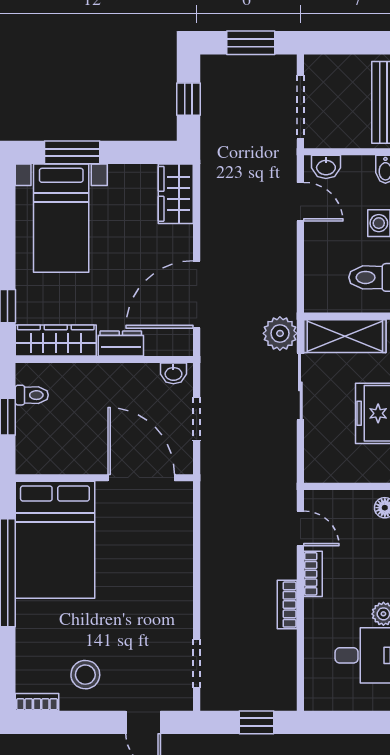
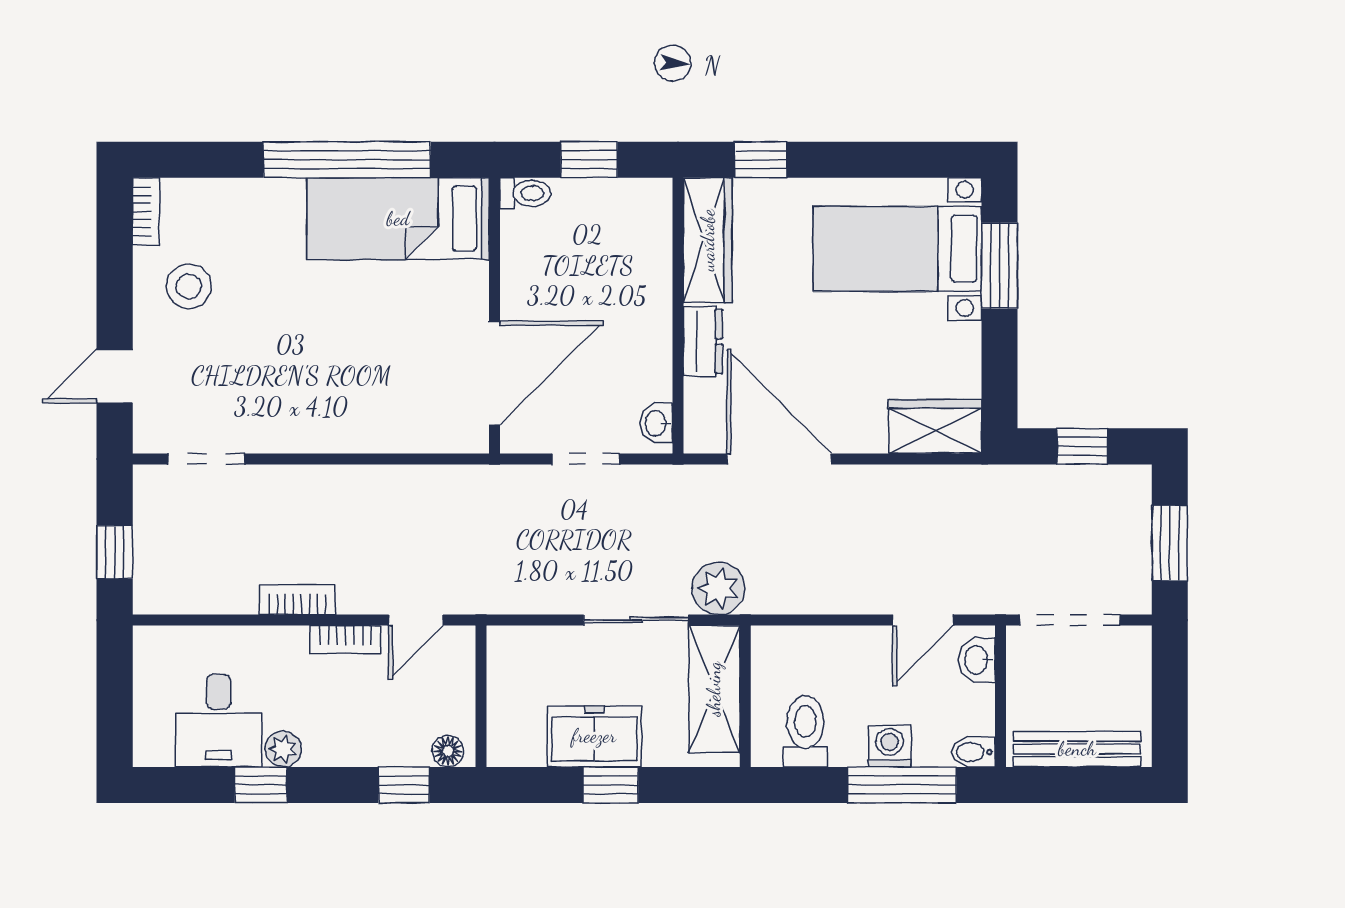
toilet: (32, 395) -> (525, 193), moved, turned -90
bed: (55, 540) -> (398, 219), width x0.67

